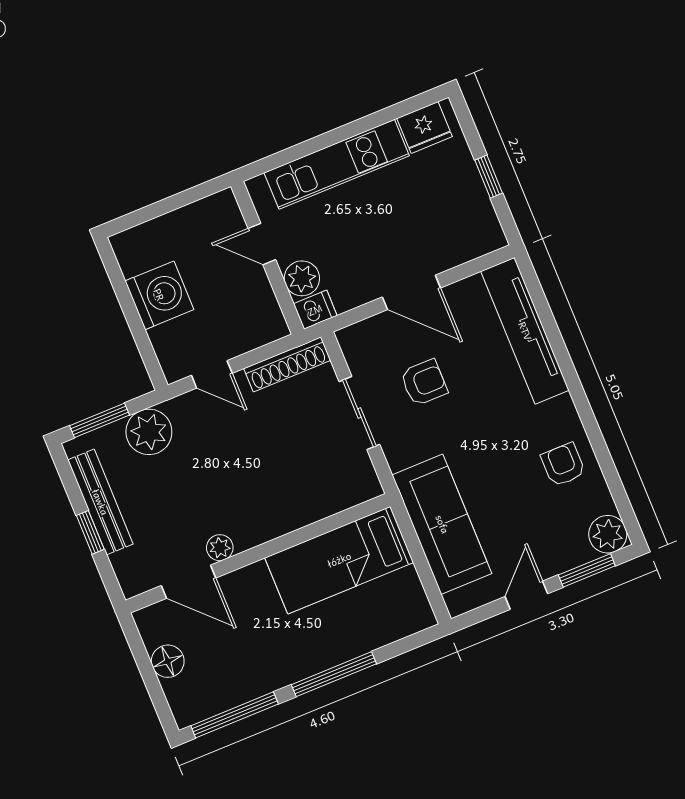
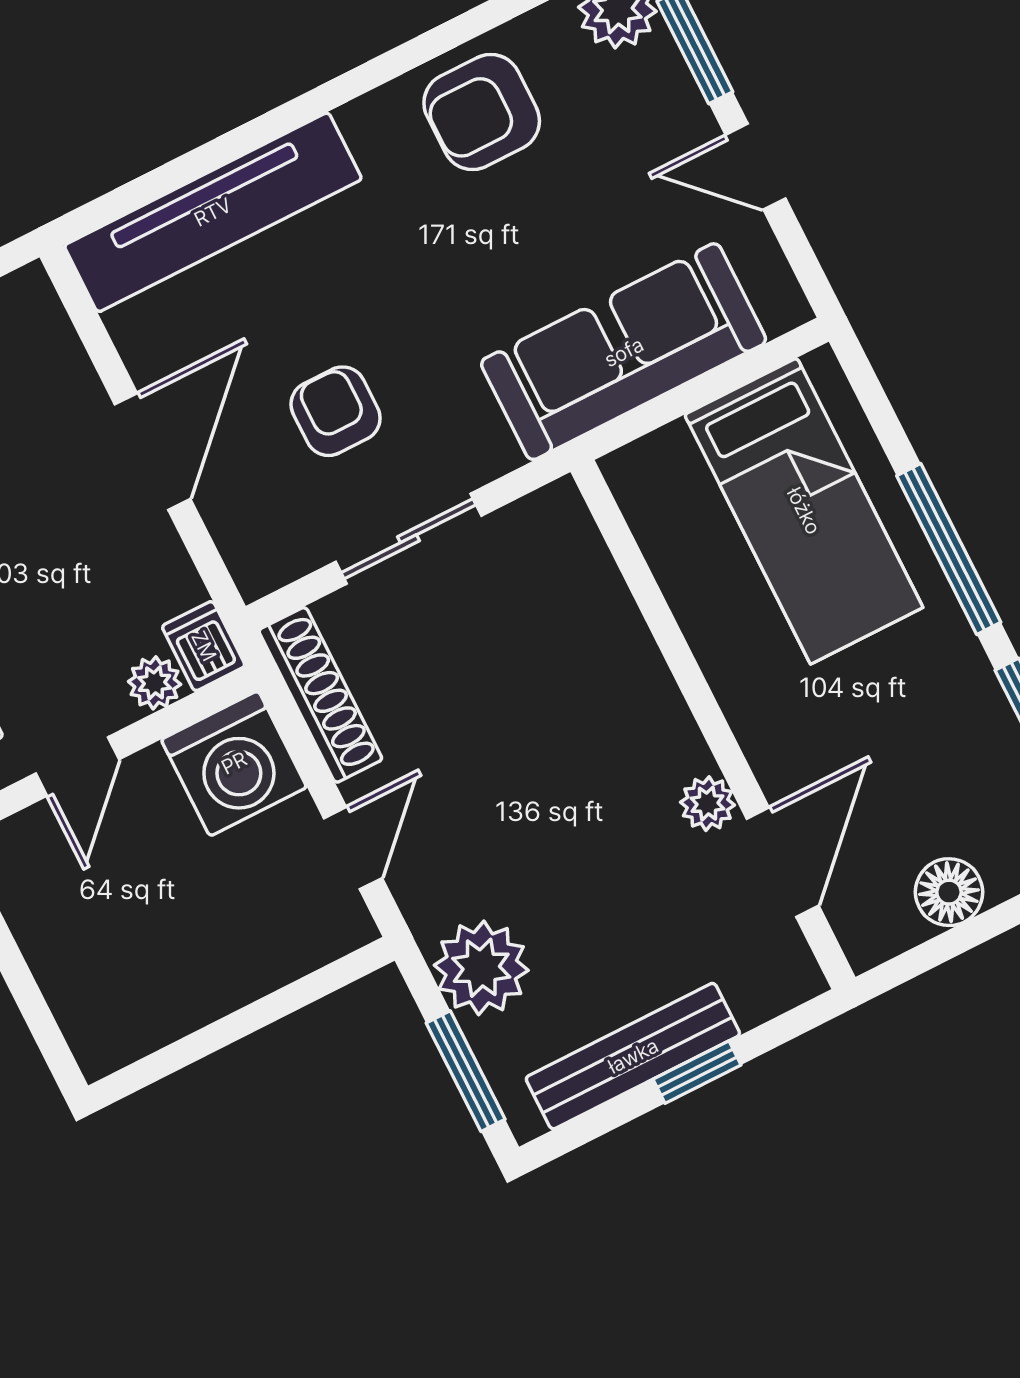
plant: (302, 278) -> (155, 683), width x0.73, depth x0.73
washing machine: (159, 295) -> (234, 763), moved, turned 180
armchair: (563, 465) -> (482, 112), width x1.38, depth x1.38
bed: (339, 560) -> (804, 511), moved

